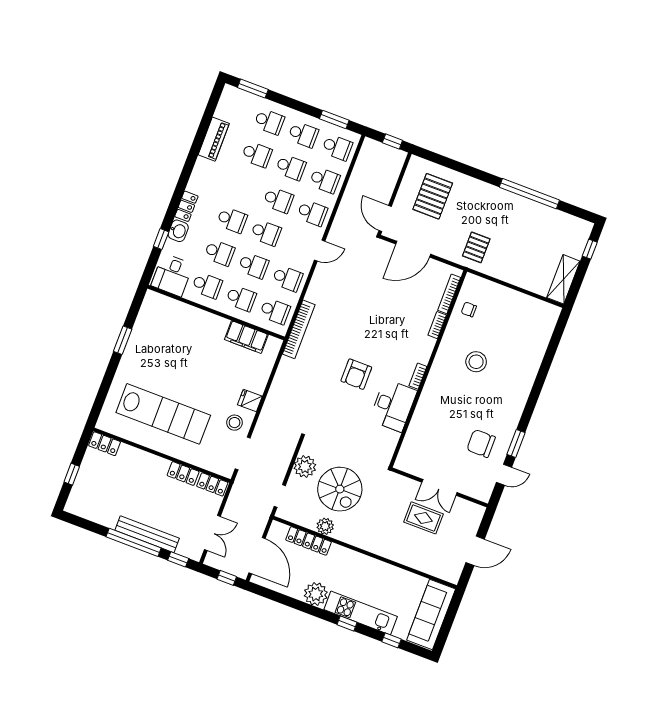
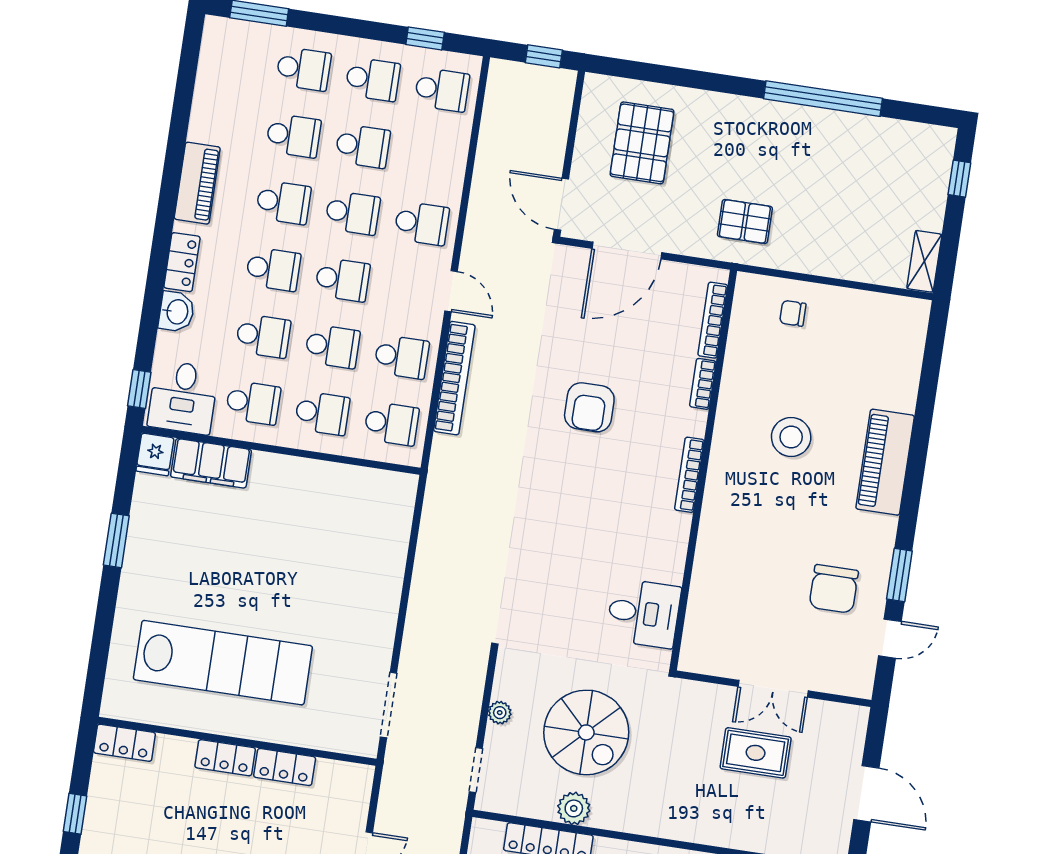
window: (334, 119) -> (425, 38), width x0.67
piano: (214, 139) -> (197, 183), moved
school desk: (325, 180) -> (283, 202), moved
window: (161, 239) -> (139, 389), moved
pallet: (476, 247) -> (745, 221), turned 90
door: (320, 251) -> (451, 291), hinge flipped
shelving: (563, 279) -> (924, 261), width x0.67, depth x0.75
chair: (469, 309) -> (793, 313), moved
bookcase: (299, 329) -> (454, 378), moved
filing cabinet: (246, 337) -> (211, 463), moved
armchair: (356, 374) -> (589, 407), moved
bookcase: (418, 376) -> (689, 475), width x1.56
piano: (521, 385) -> (885, 462), added
fridge: (250, 401) -> (155, 454), moved, turned -90
desk: (393, 405) -> (644, 613), moved, width x0.73
stool: (235, 423) -> (361, 650), removed
chair: (481, 443) -> (834, 589), turned -90
plant: (305, 467) -> (500, 713), width x0.53, depth x0.53
locker: (212, 484) -> (225, 758), moved
door: (475, 551) -> (866, 794), hinge flipped

